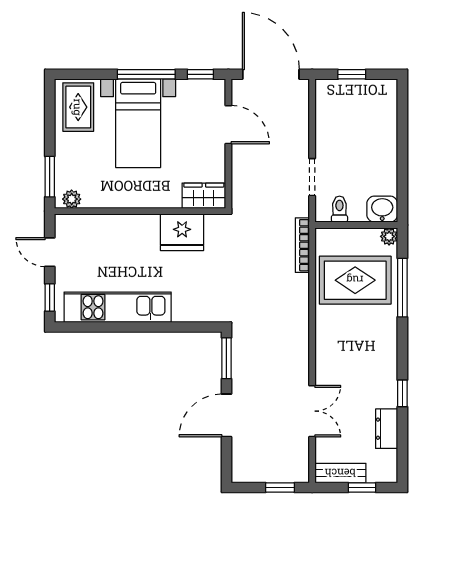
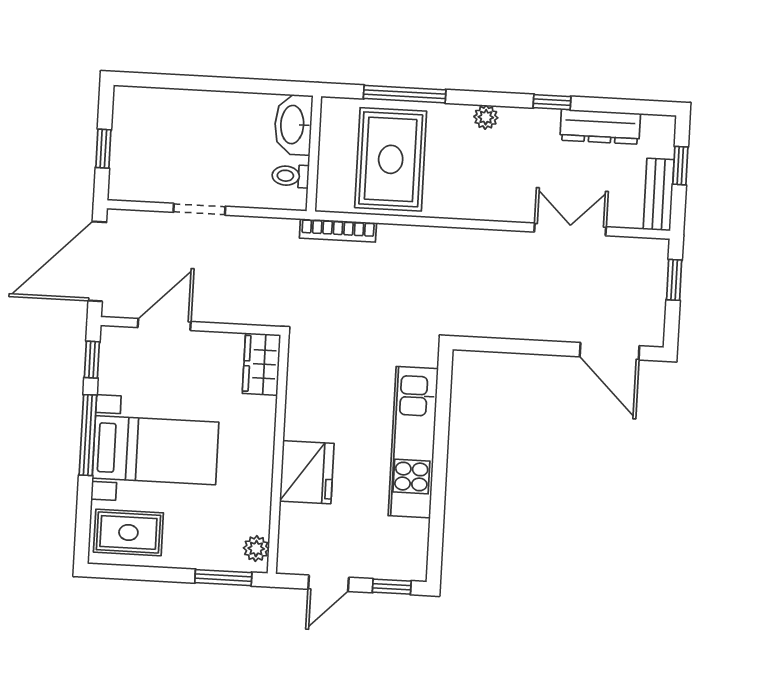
doorway: (312, 177) -> (199, 209), moved
washbasin: (382, 209) -> (293, 125), width x1.38
fridge: (182, 232) -> (307, 472), moved
plant: (389, 236) -> (486, 117), moved
kitchen unit: (118, 307) -> (413, 442), moved
window: (226, 358) -> (490, 345), removed
door: (226, 415) -> (610, 351), moved
dresser: (387, 429) -> (600, 127), width x1.44

